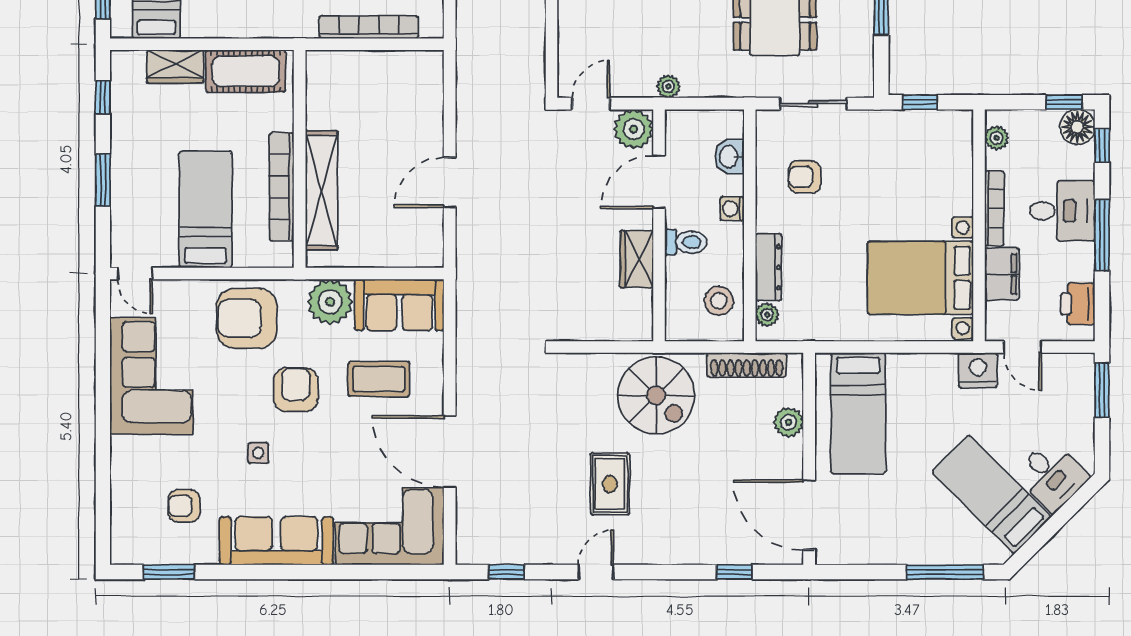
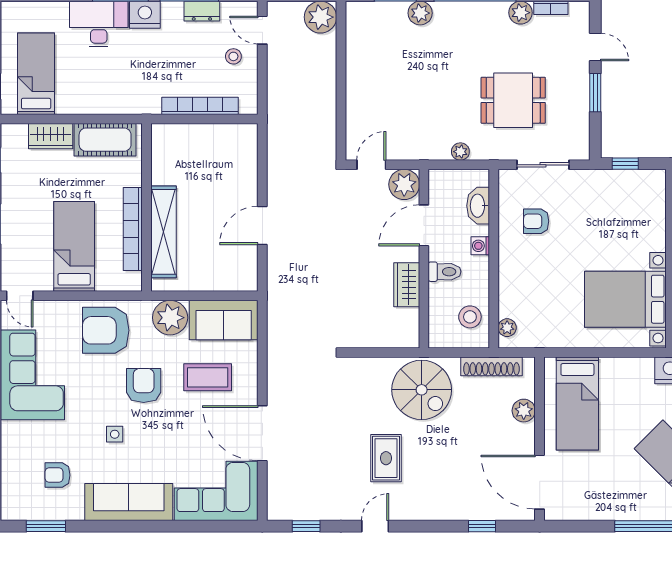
plant: (668, 86) -> (460, 152), moved
washbasin: (729, 157) -> (478, 206), width x1.38
dresser: (768, 267) -> (508, 291), removed

